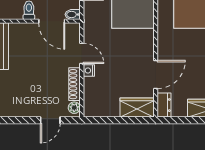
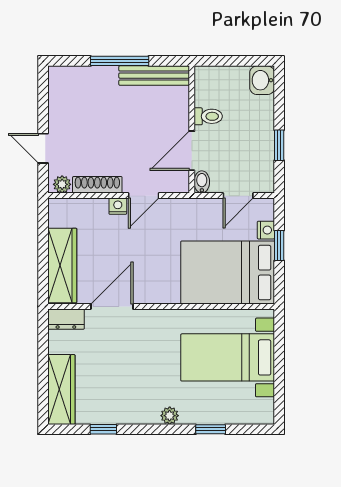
door: (156, 74) -> (112, 306), swing flipped
wardrobe: (137, 108) -> (62, 266), width x1.50

